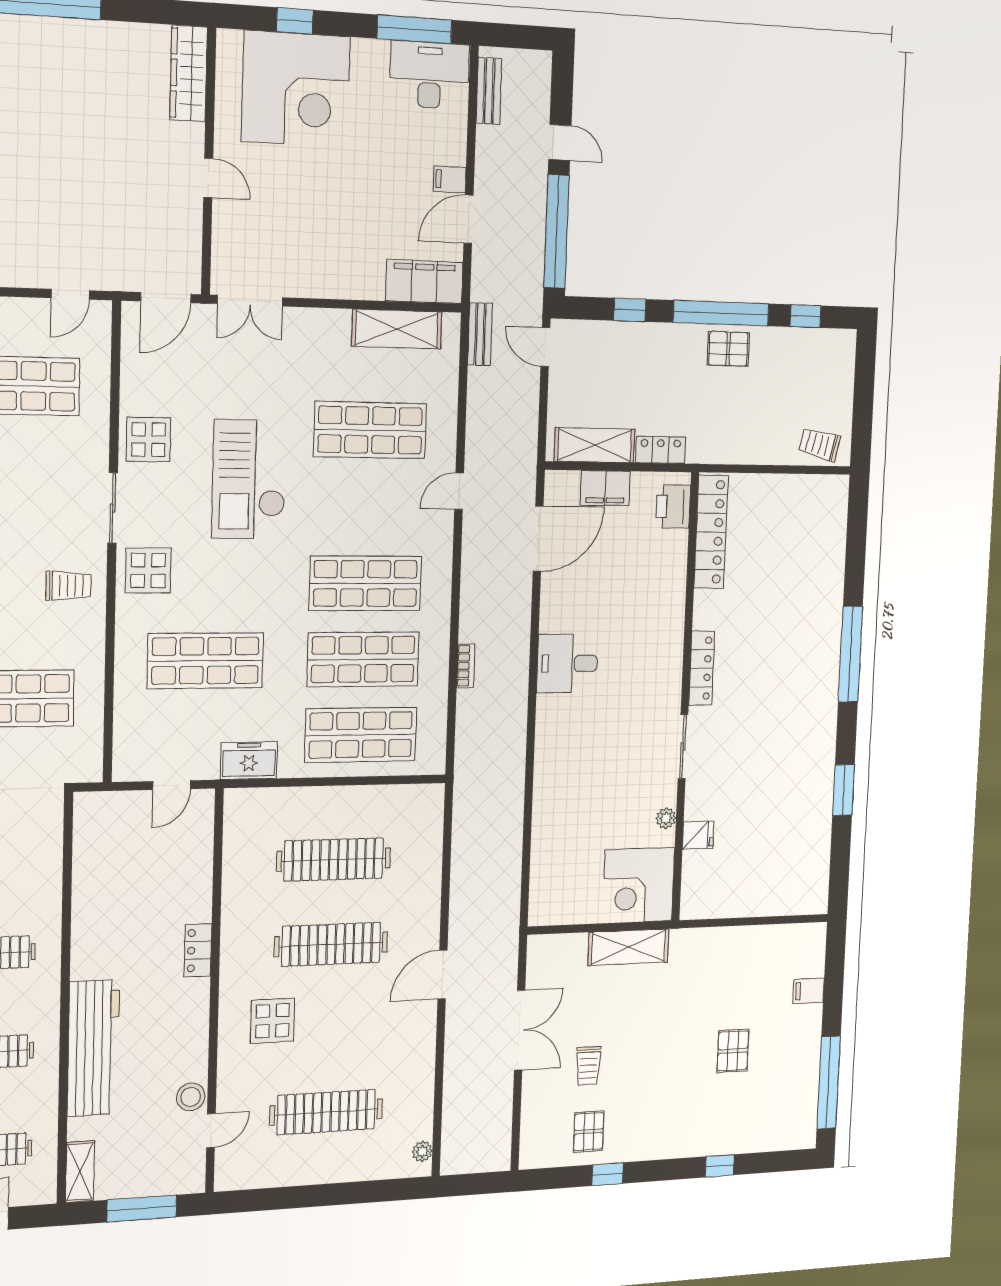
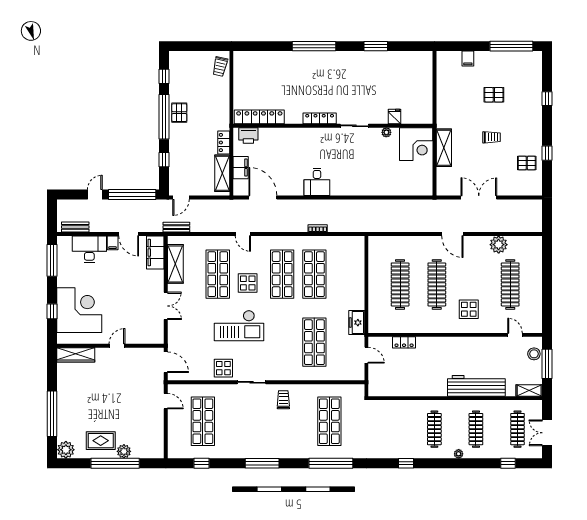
desk: (430, 75) -> (89, 249), moved, turned 90
double door: (250, 301) -> (166, 306), moved
display table: (148, 571) -> (248, 283), moved
shop shelf: (361, 735) -> (347, 274), removed
locker: (198, 950) -> (404, 342), moved
trolley: (588, 1066) -> (492, 137), moved
stool: (191, 1097) -> (534, 354), moved
plant: (422, 1151) -> (499, 245), moved, width x1.87, depth x1.87

